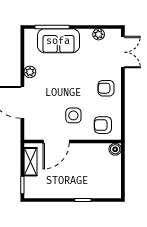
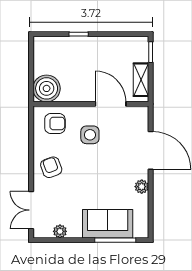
armchair: (106, 88) -> (51, 167), turned -110
door: (56, 141) -> (111, 104), hinge flipped
boiler: (115, 149) -> (47, 88), width x1.86, depth x1.86

